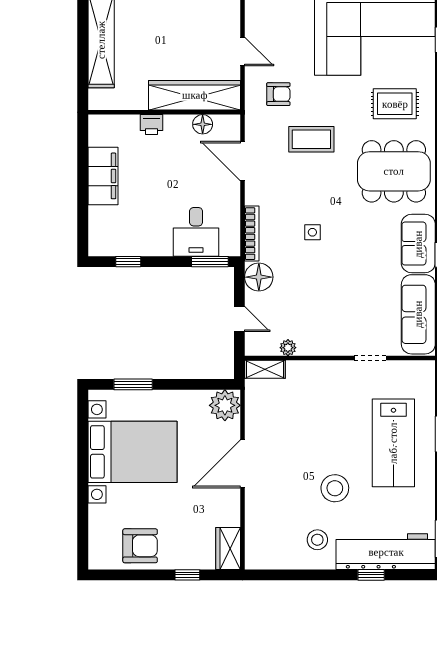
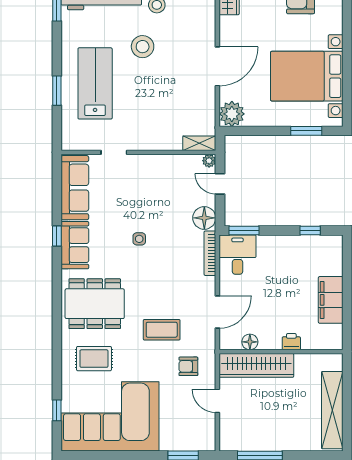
door: (243, 161) -> (217, 312), hinge flipped
desk: (196, 232) -> (238, 255), moved
side table: (312, 232) -> (139, 239), moved
plant: (288, 348) -> (209, 161), moved

